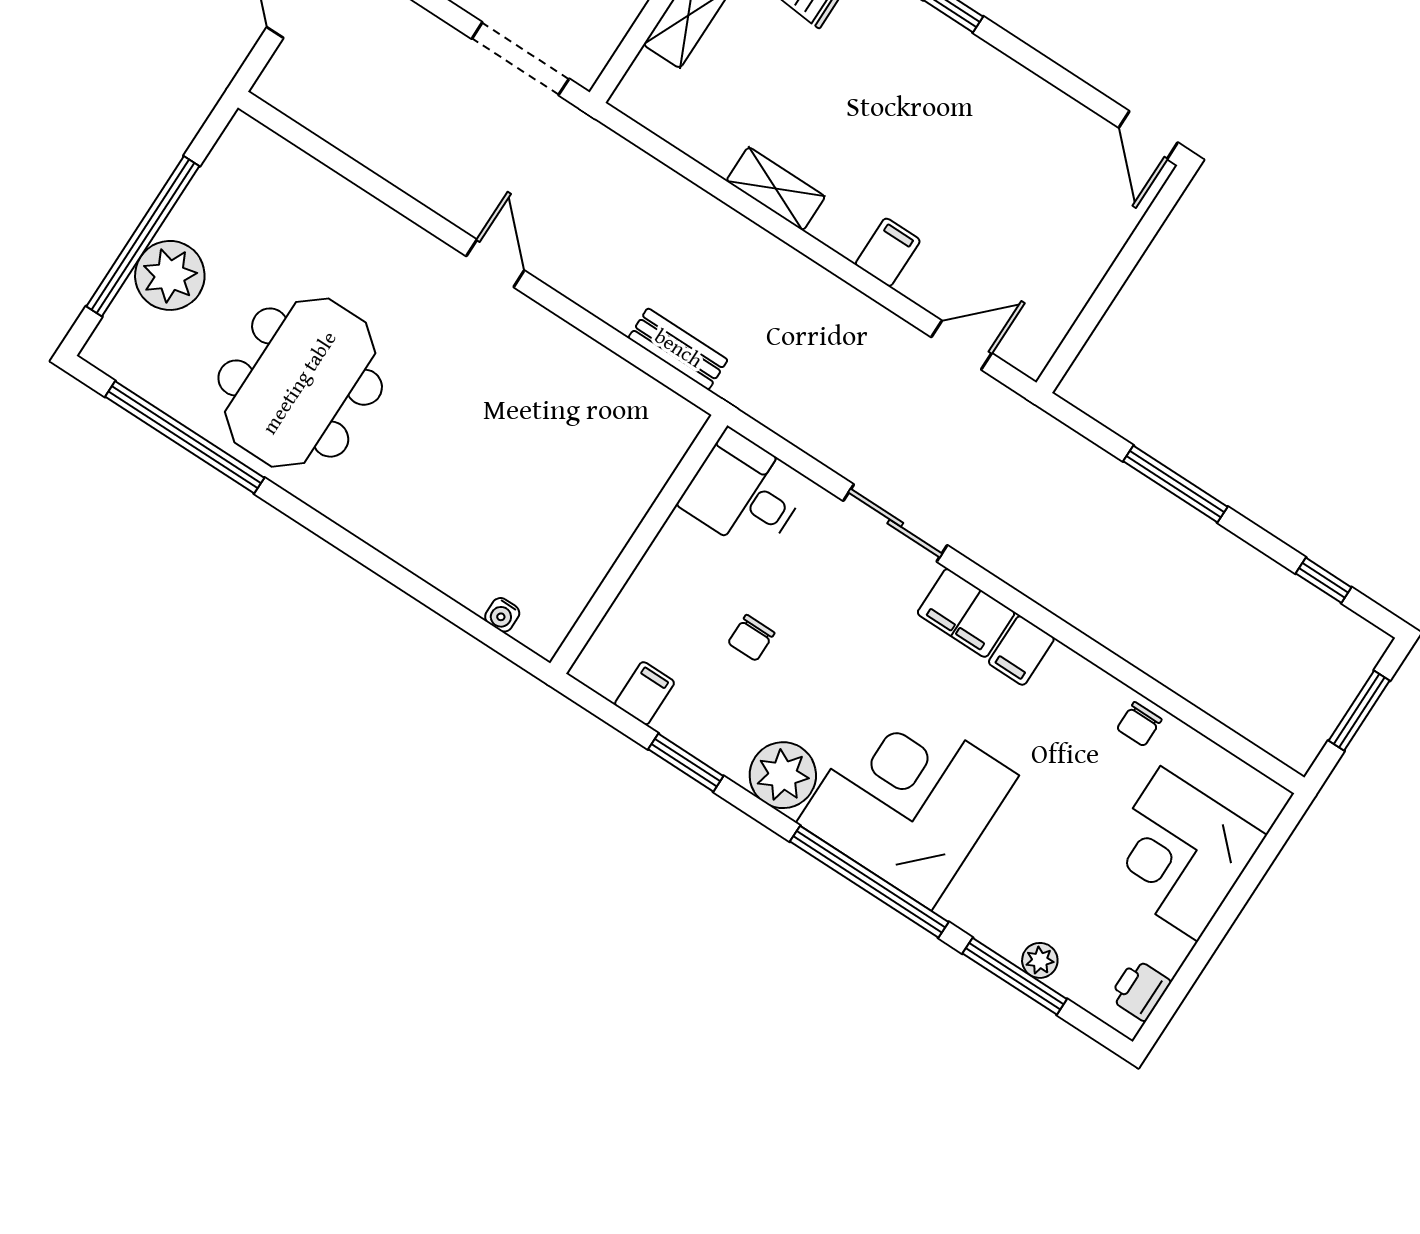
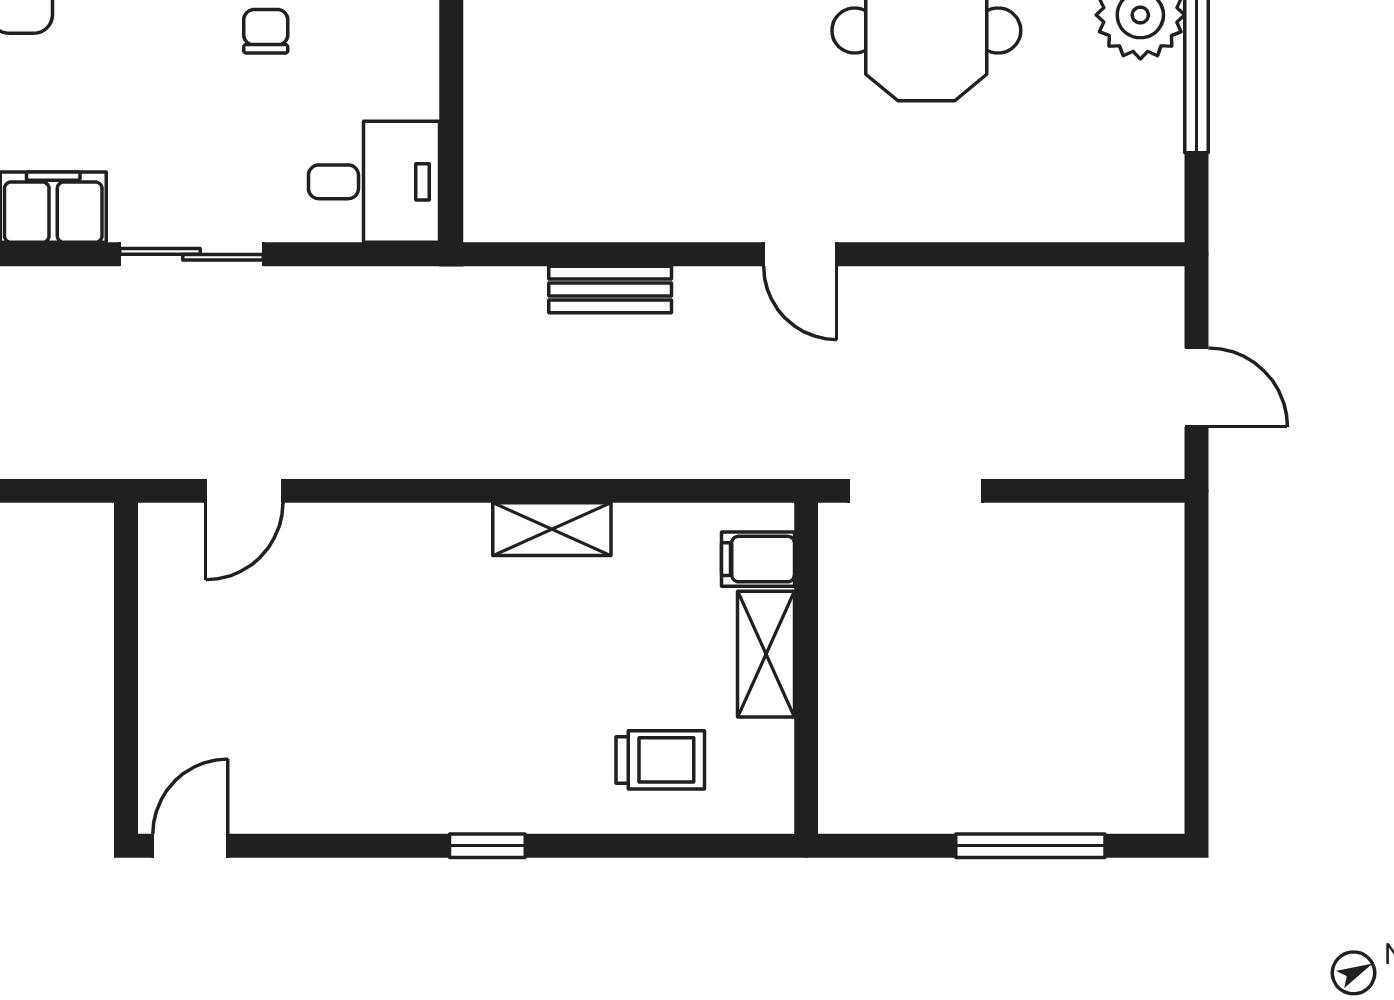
door: (1148, 135) -> (190, 846), hinge flipped
filing cabinet: (888, 252) -> (758, 559), moved, turned 90
bench: (678, 349) -> (610, 290), moved

